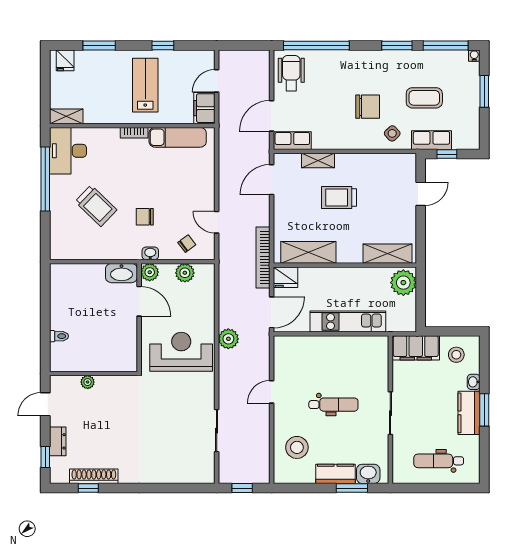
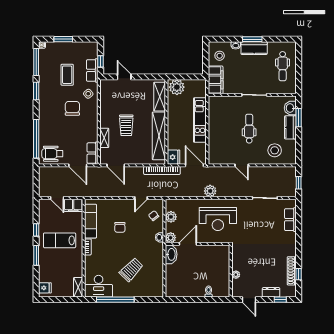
window: (99, 46) -> (36, 255), moved
chair: (145, 217) -> (120, 227), moved
shelving: (308, 252) -> (159, 136), width x1.47
reception desk: (181, 352) -> (218, 219), turned -90
row of seats: (180, 474) -> (290, 220), added

